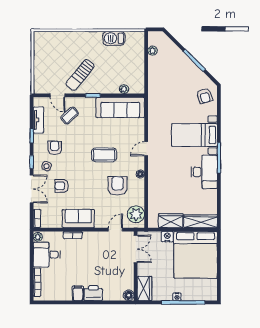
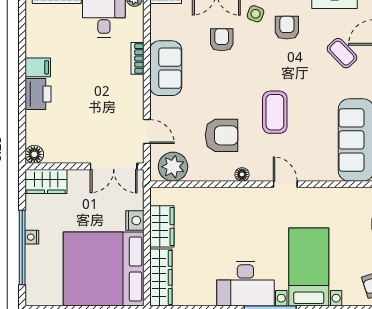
armchair: (55, 148) -> (287, 28), turned -90

